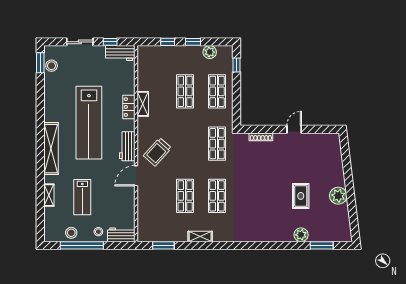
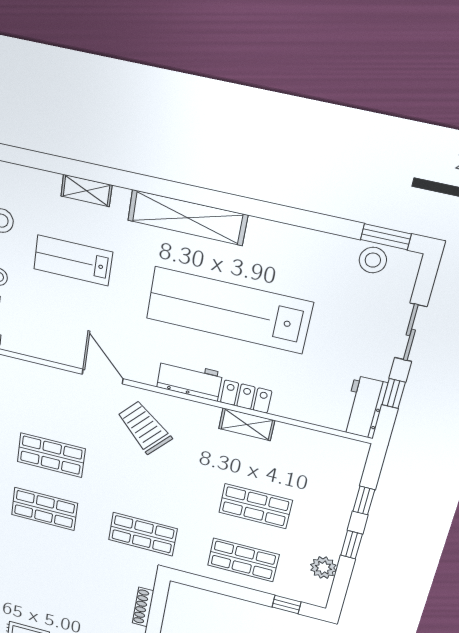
workbench: (127, 146) -> (190, 380), moved

